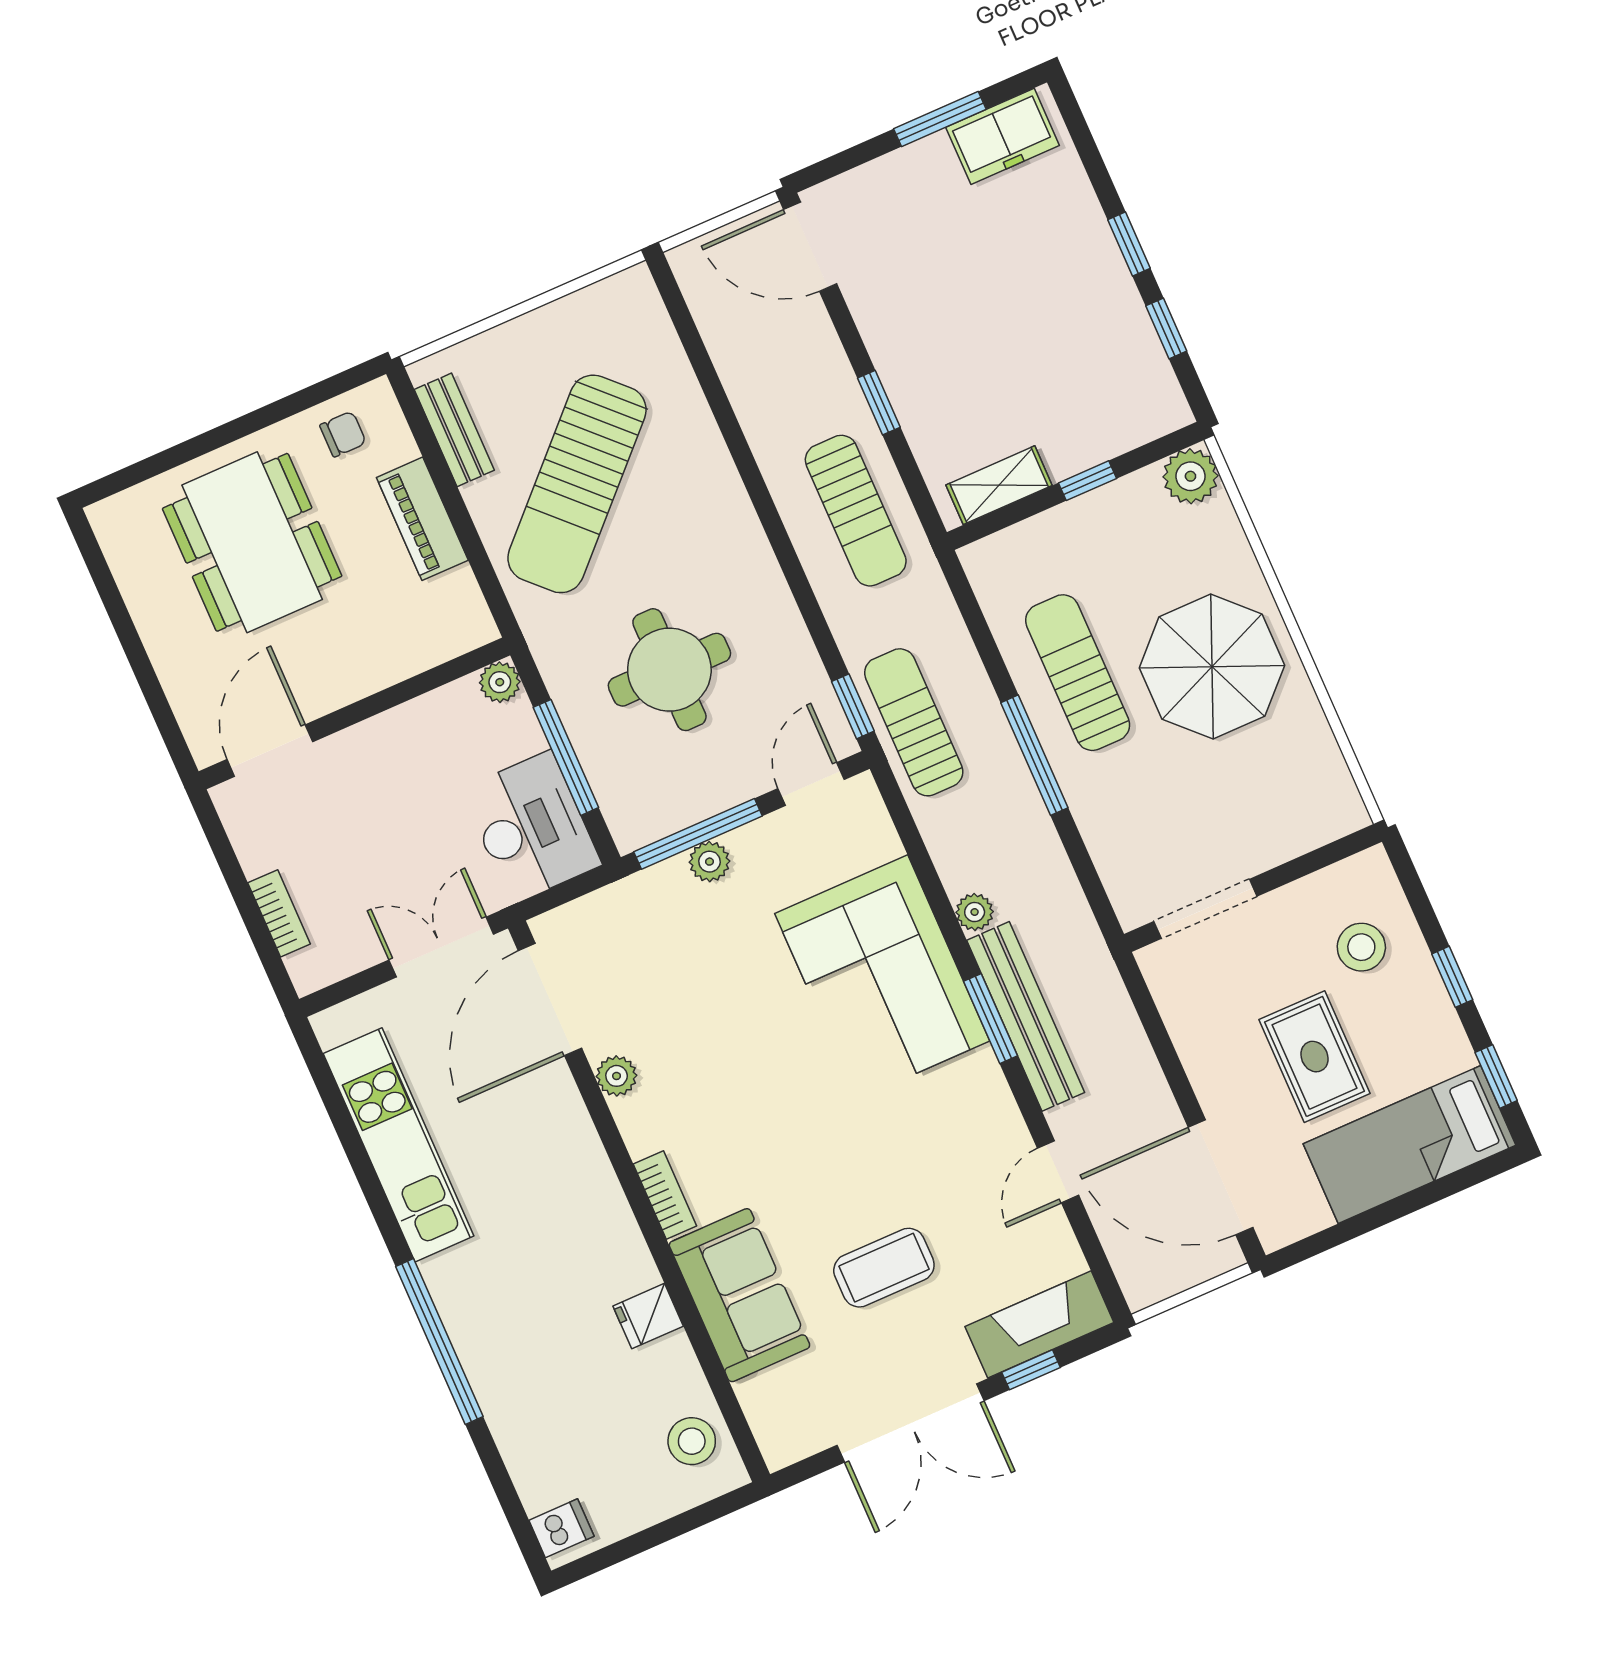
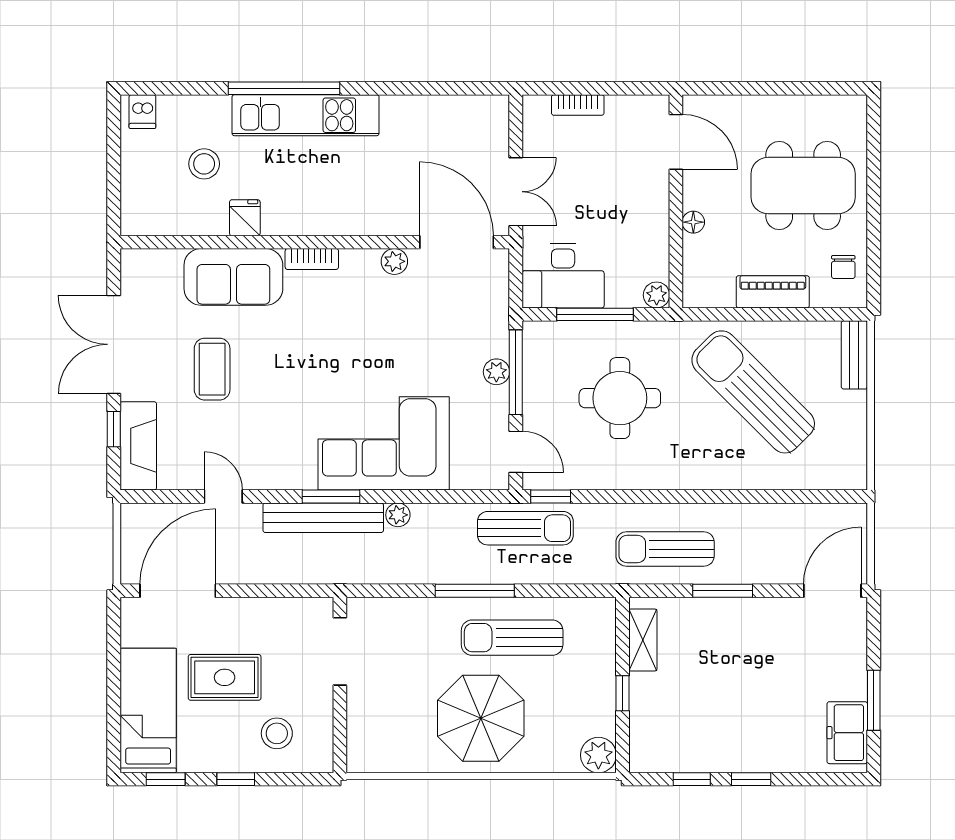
window: (879, 403) -> (723, 591), width x1.50
bench: (454, 430) -> (854, 355), moved, turned 90
sun lounger: (1078, 673) -> (512, 638), turned 180
floor lamp: (373, 676) -> (693, 222), added
kitchen unit: (398, 1145) -> (306, 115), moved
stool: (692, 1441) -> (204, 164), moved

